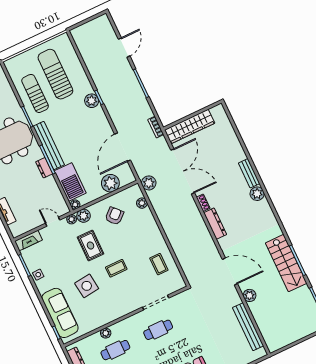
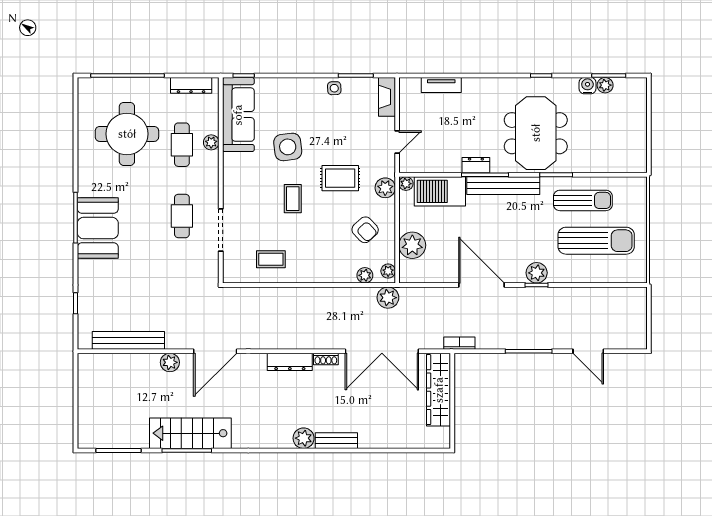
door: (123, 147) -> (481, 285), moved
plant: (72, 219) -> (388, 271), moved
sofa: (60, 313) -> (238, 115), moved, turned -90

